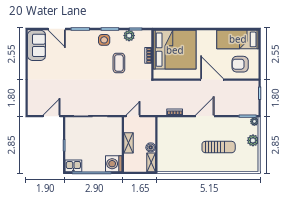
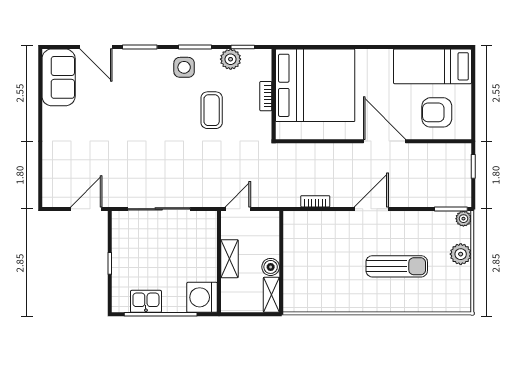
kitchen sink: (73, 166) -> (146, 301), moved

